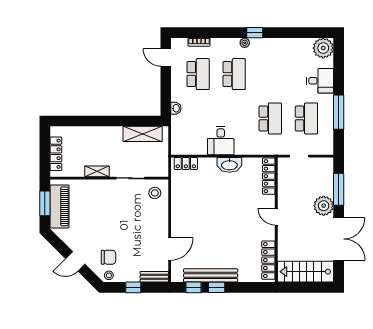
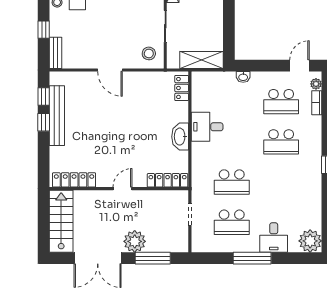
plant: (245, 43) -> (316, 84), moved
window: (339, 112) -> (252, 258), moved
shelving: (143, 134) -> (202, 60), moved, turned 90
door: (170, 249) -> (110, 70), moved

